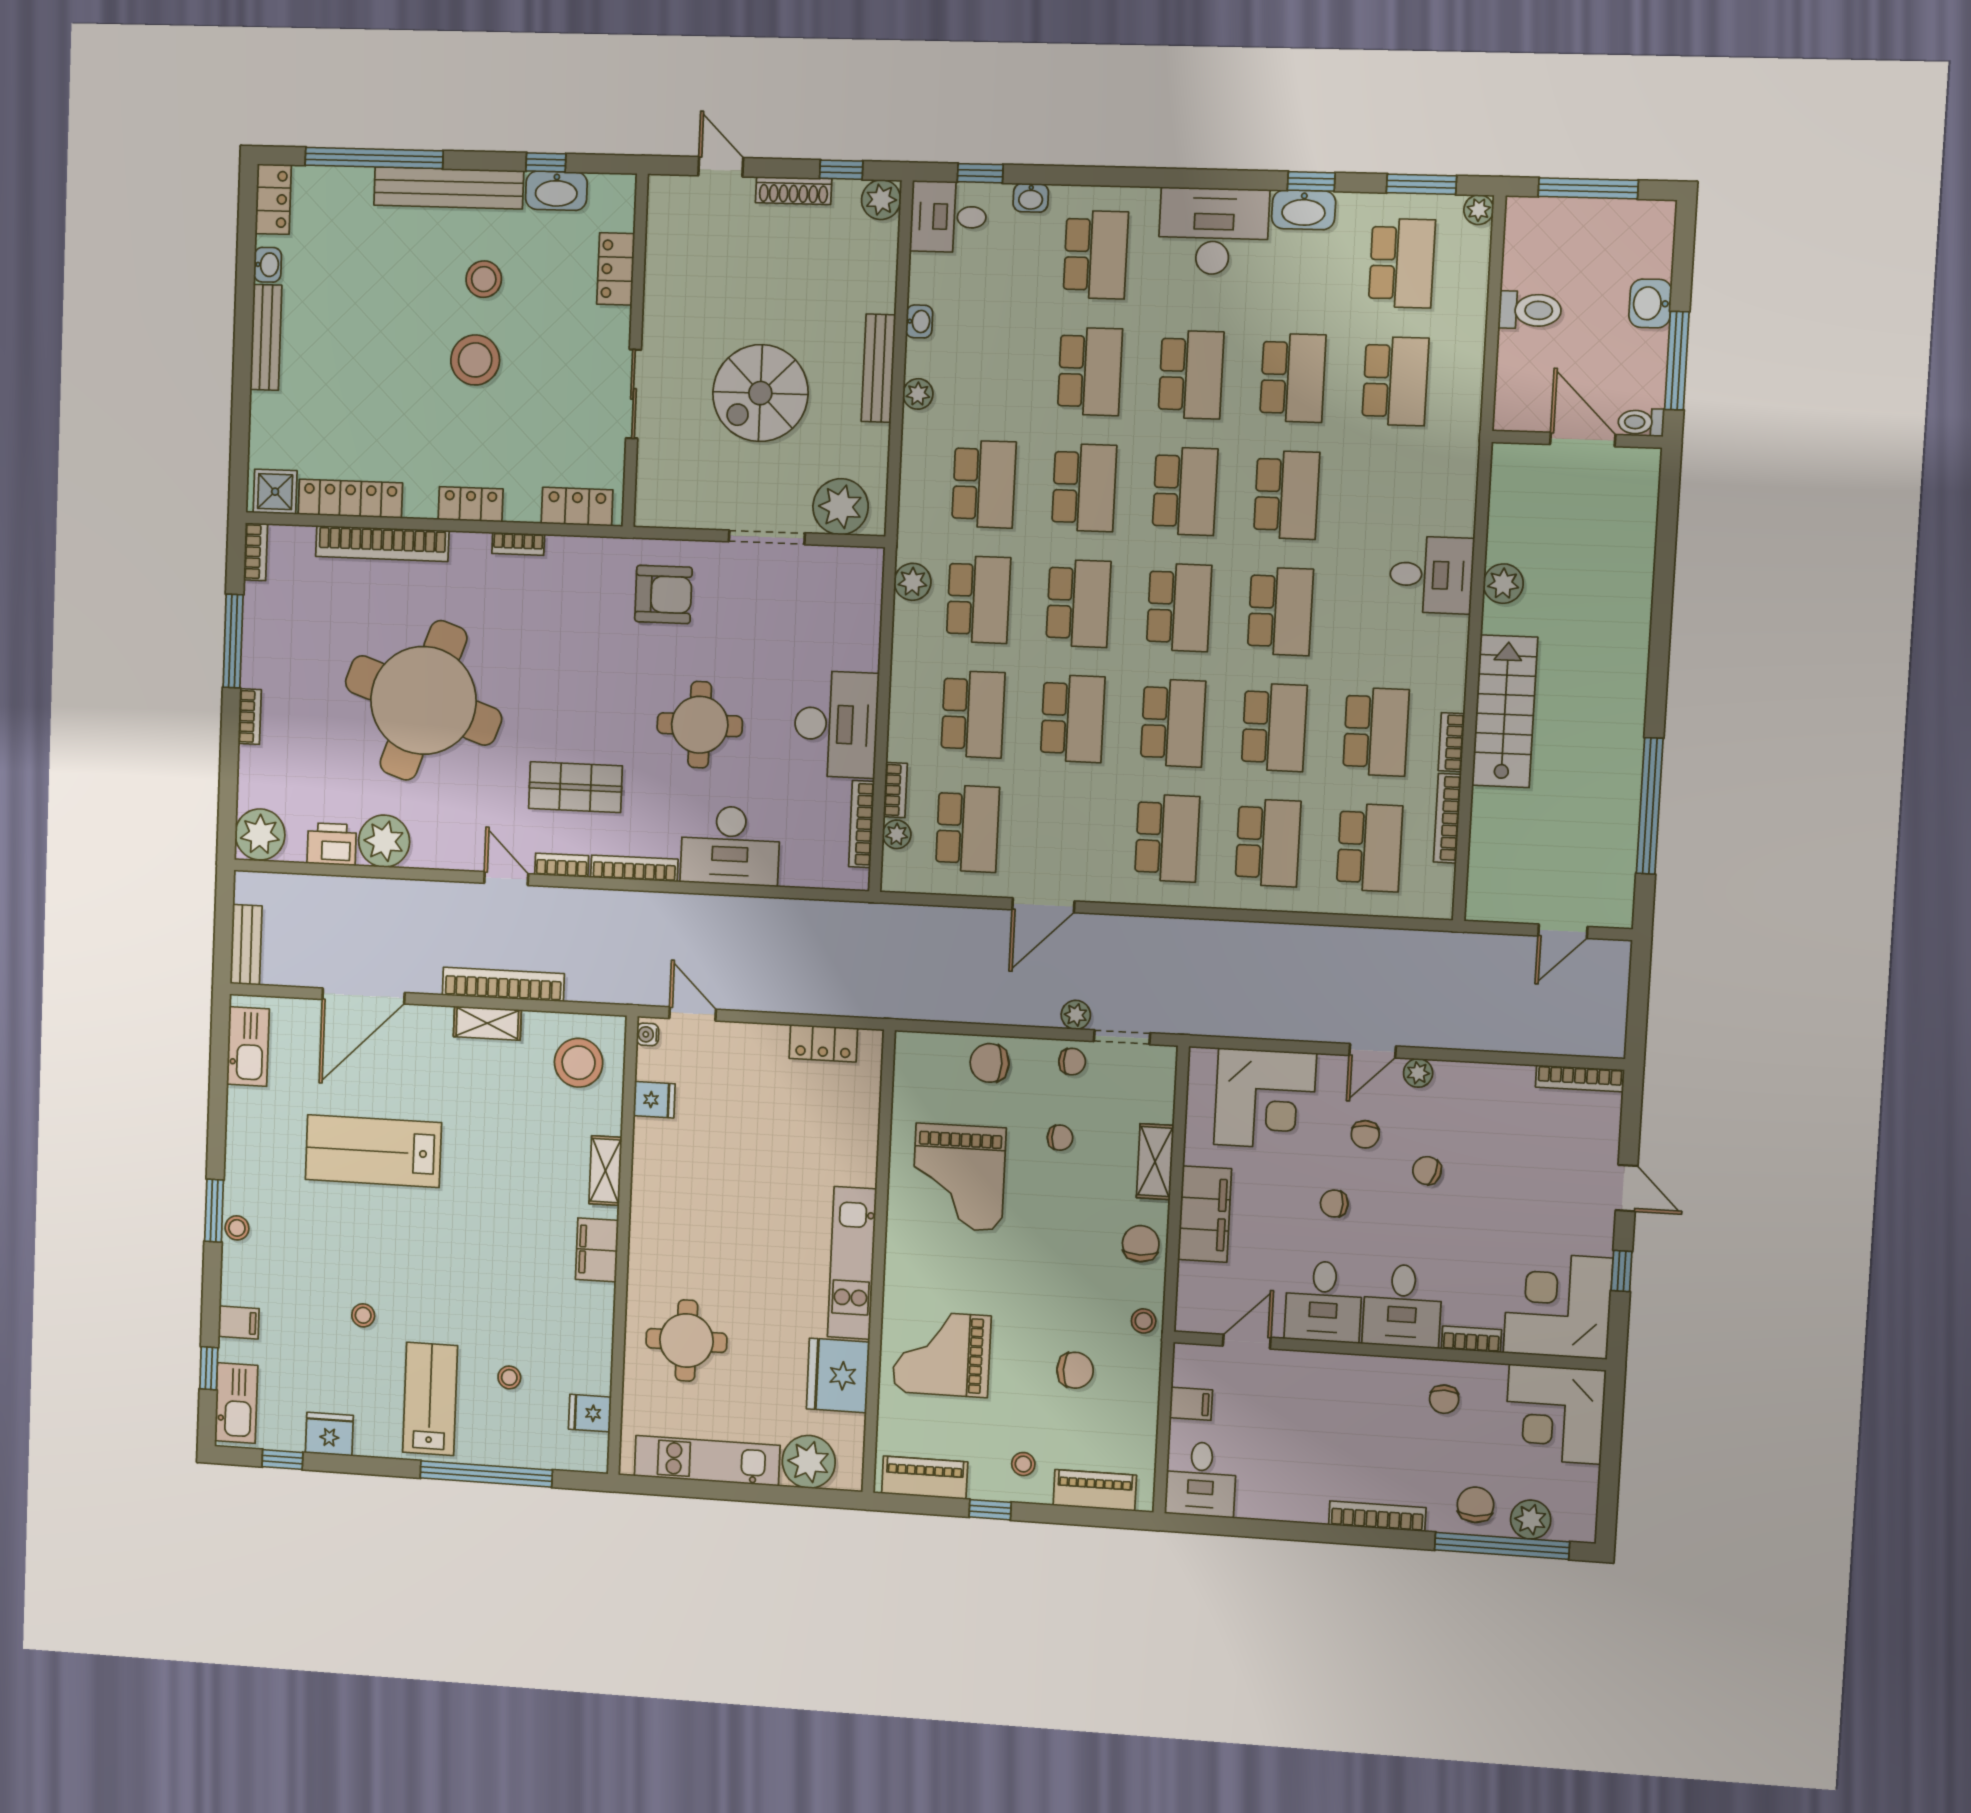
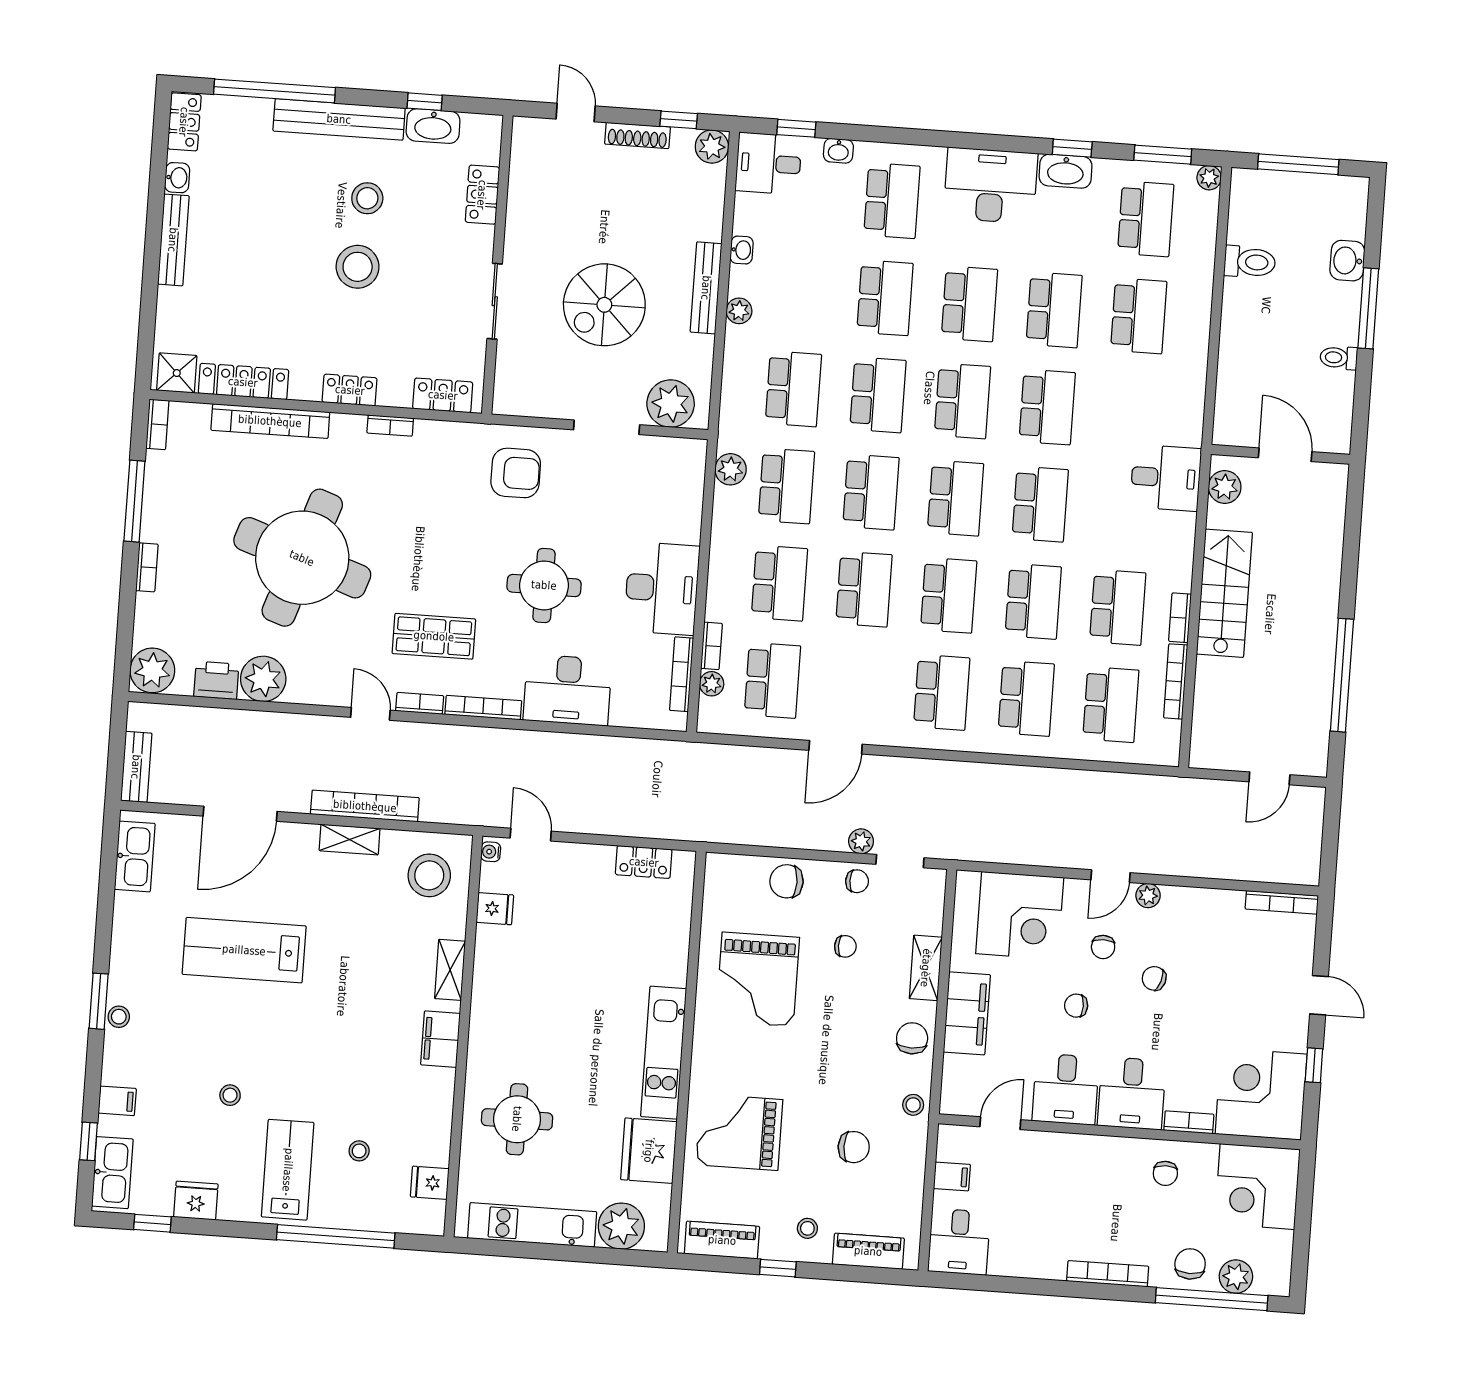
wall: (1577, 439) -> (1280, 454), moved
door: (1583, 440) -> (1285, 455), moved

